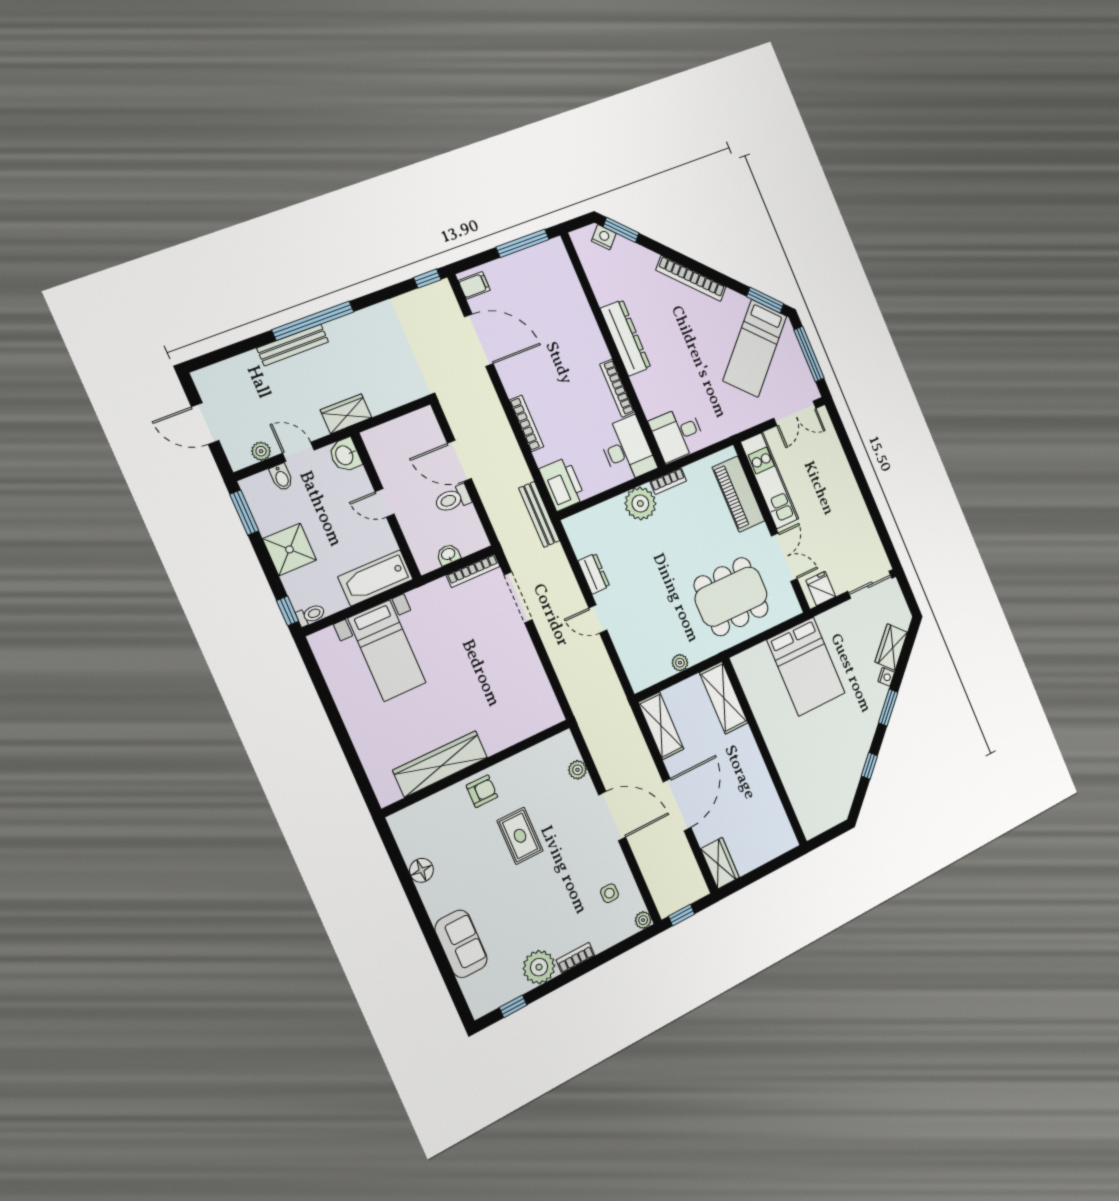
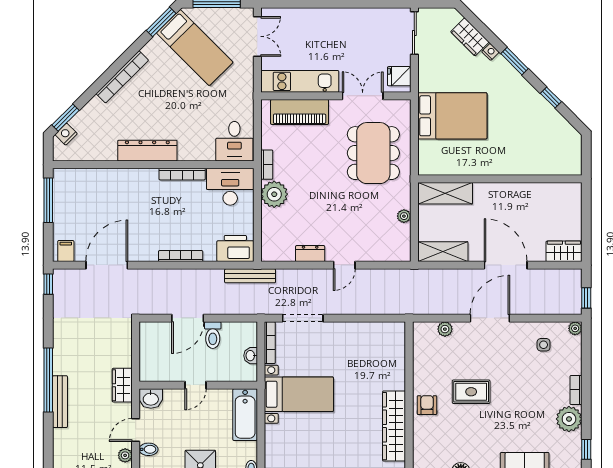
bed with nightstands: (387, 651) -> (299, 394), moved

